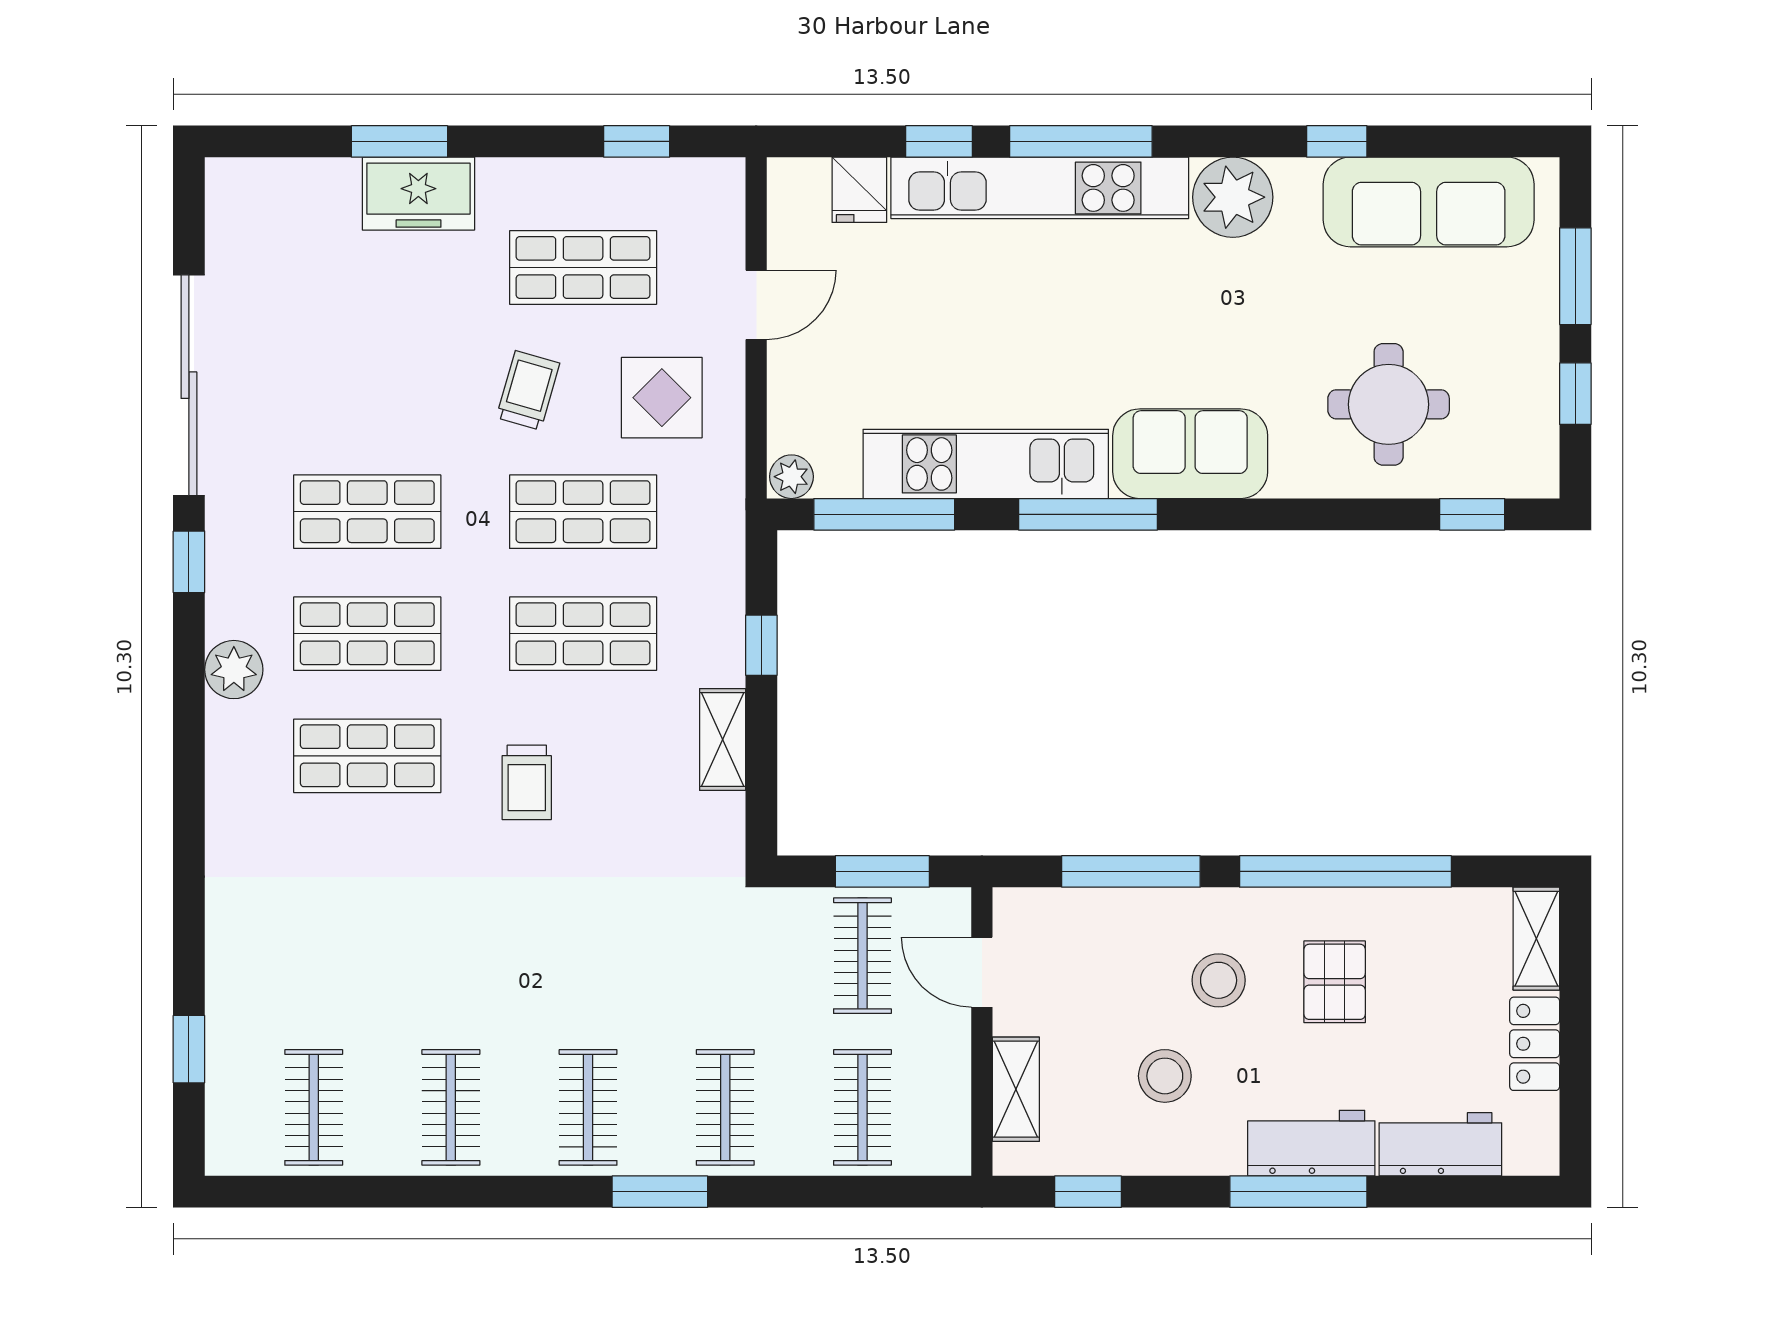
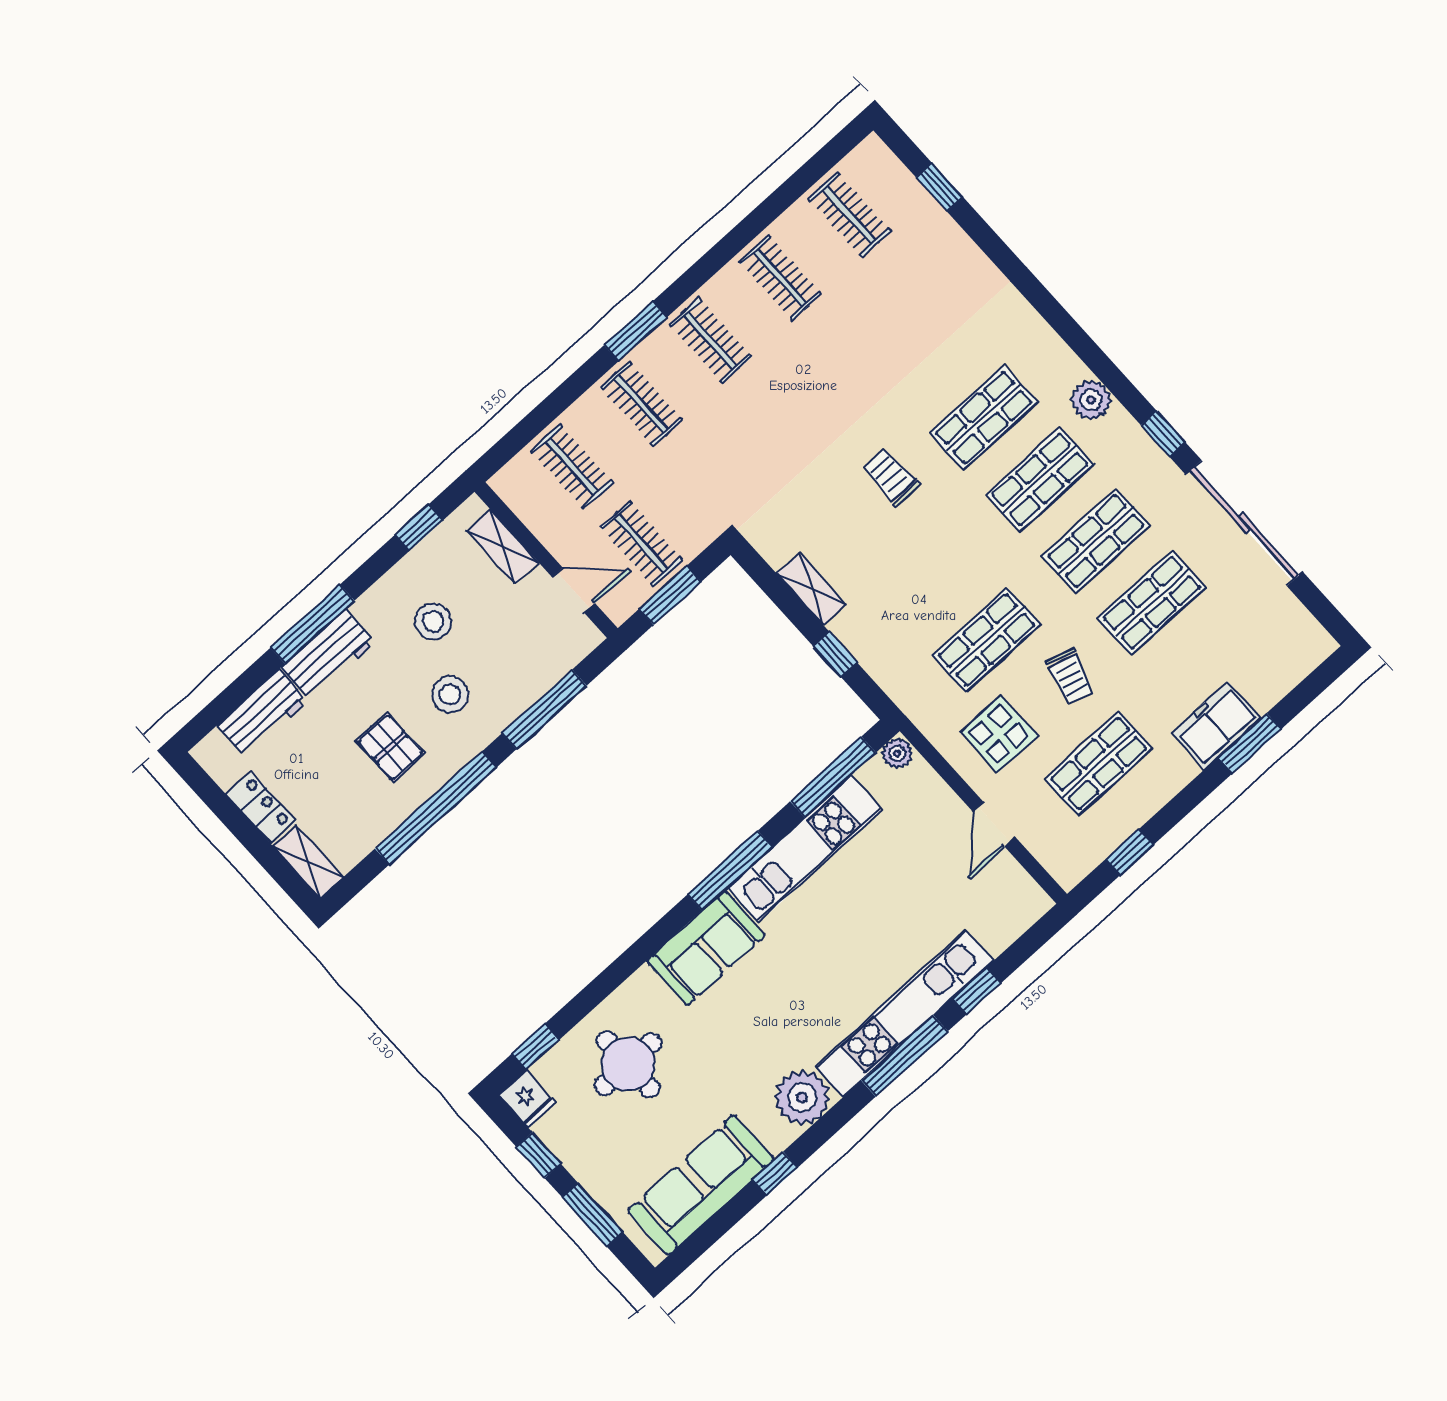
fridge: (859, 190) -> (527, 1099), moved, turned 180
shop shelf: (583, 634) -> (1152, 603), moved

